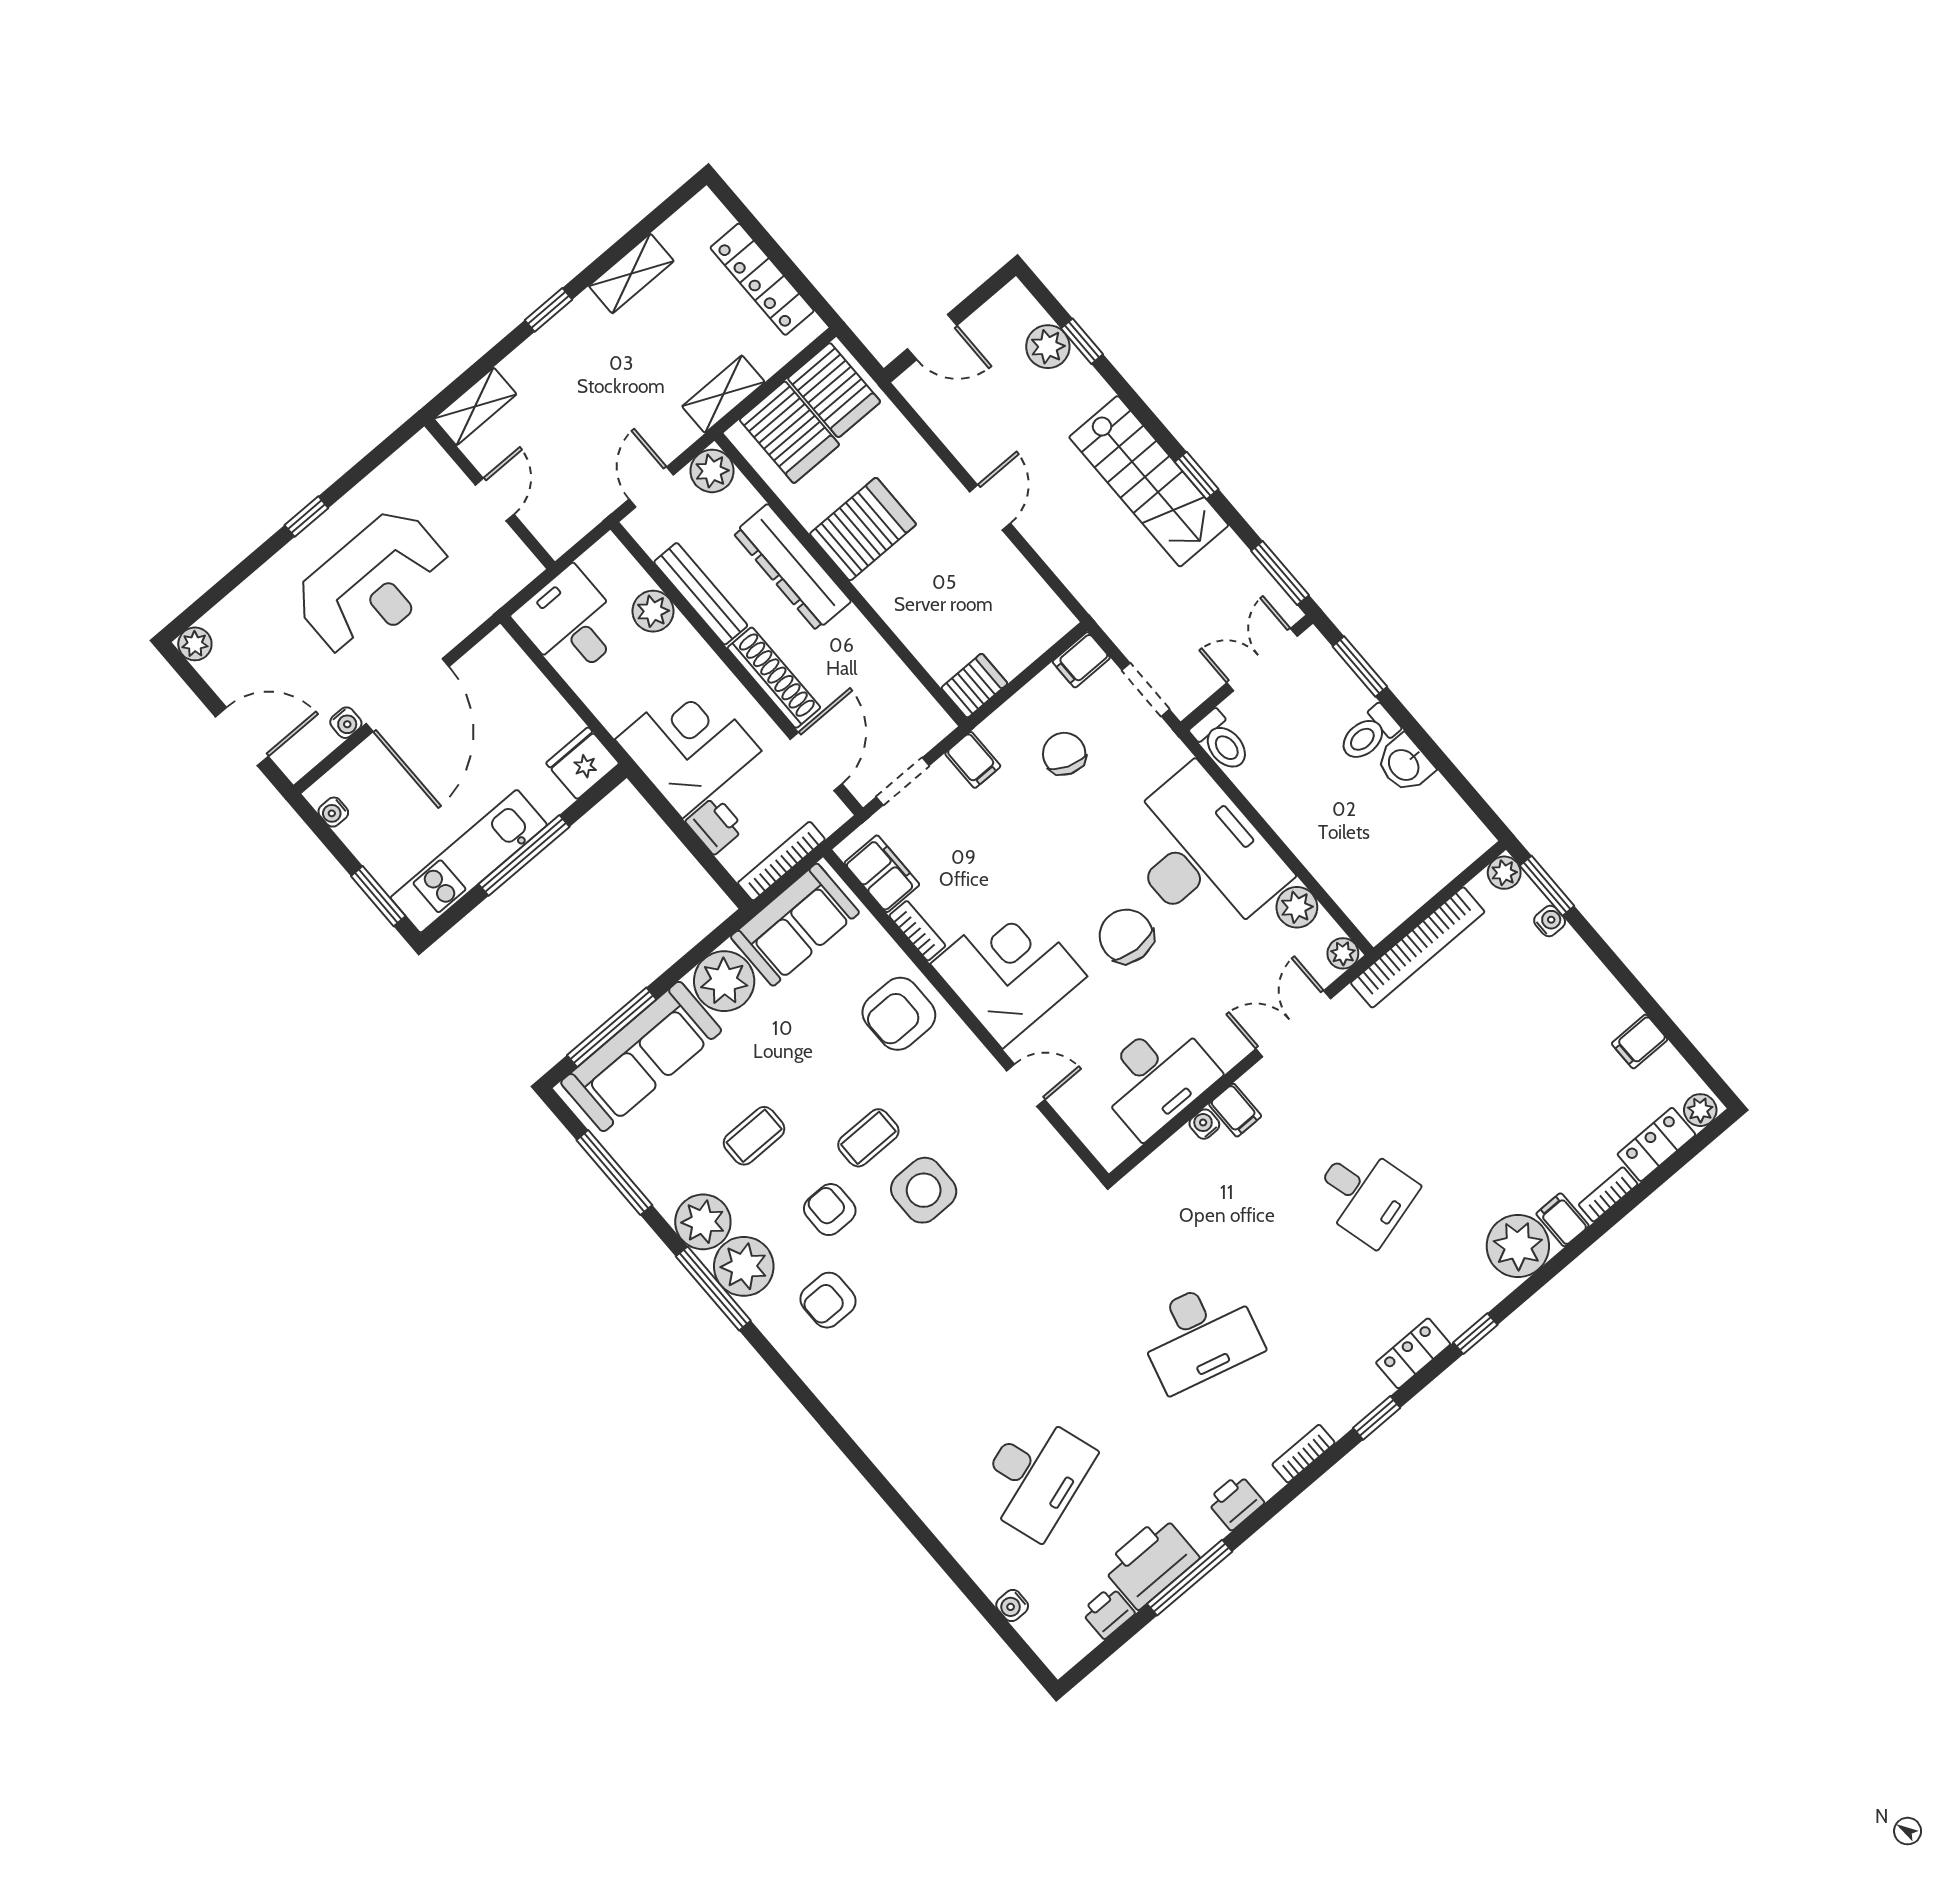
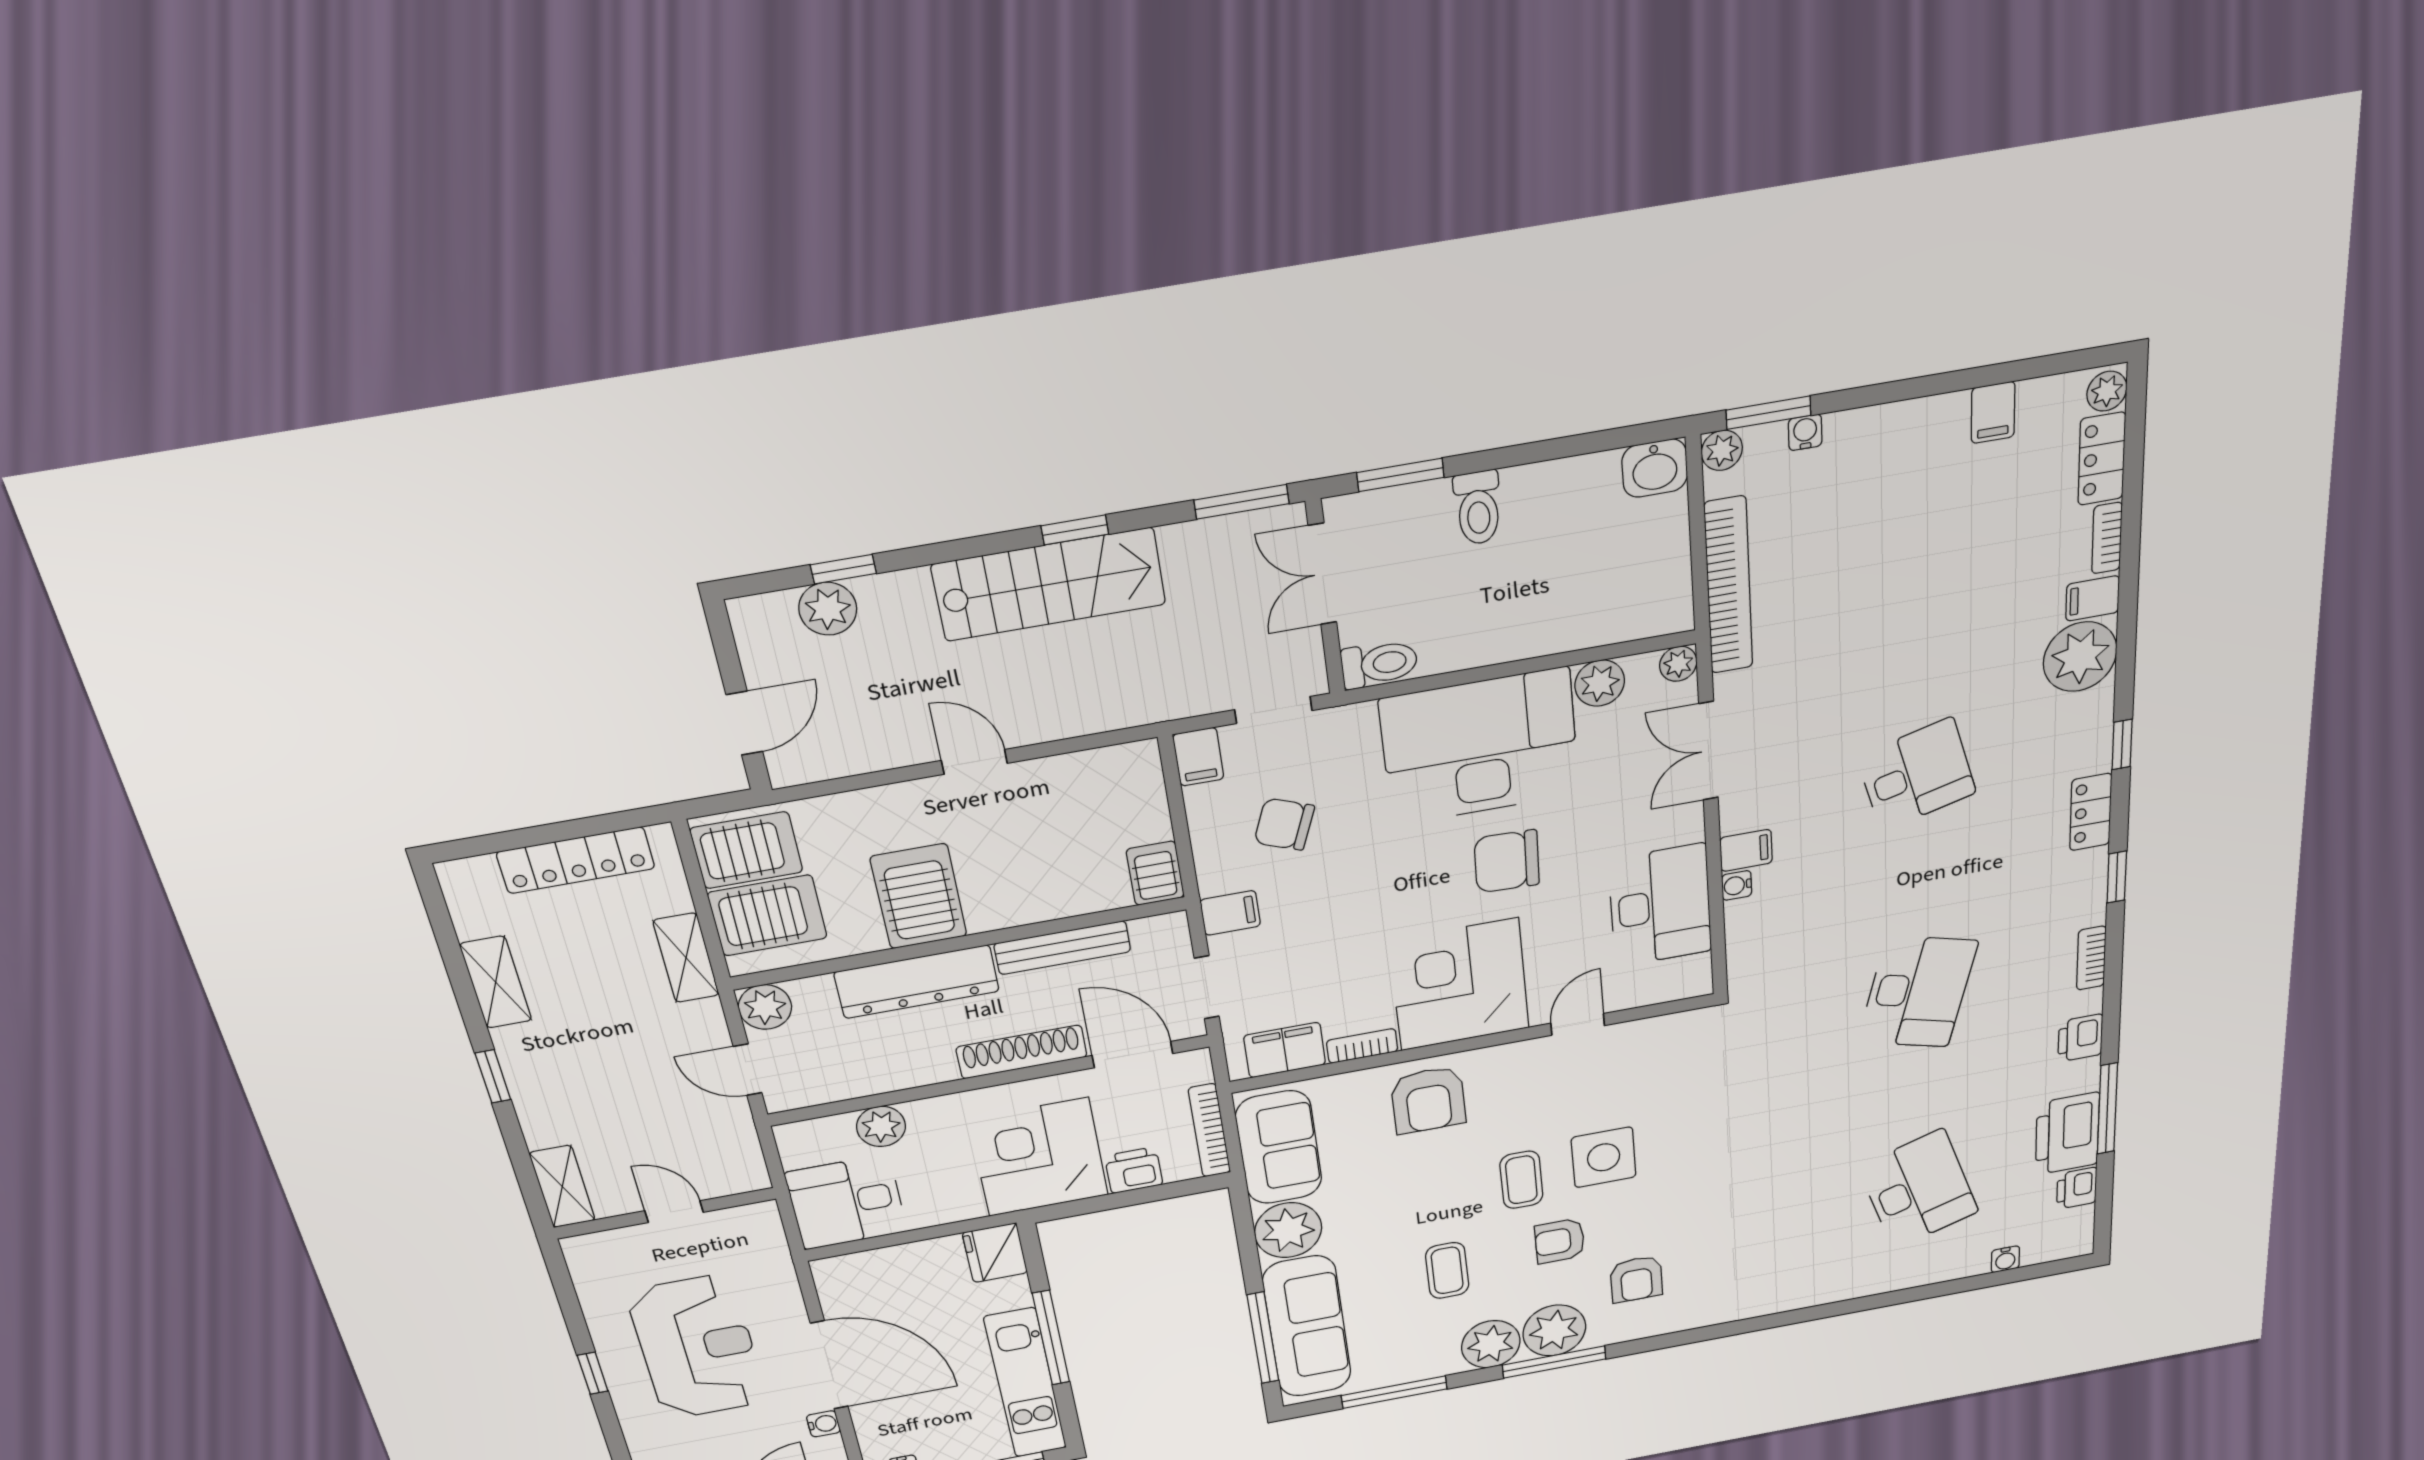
bench: (701, 594) -> (1062, 948), moved
washbasin: (1405, 764) -> (1655, 468), moved

